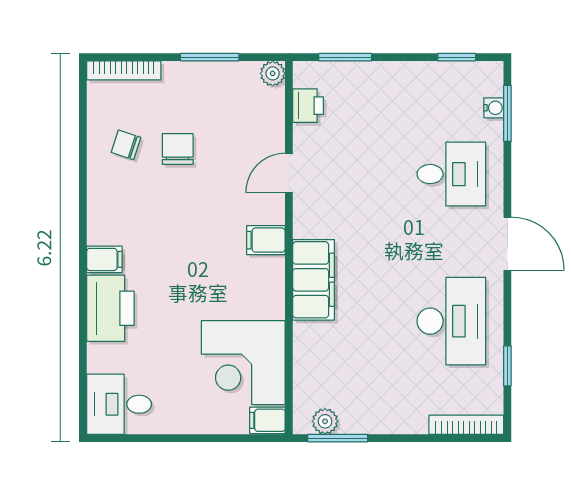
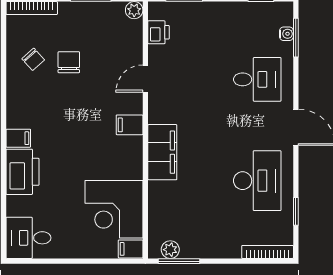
chair: (126, 145) -> (33, 59), turned -150

